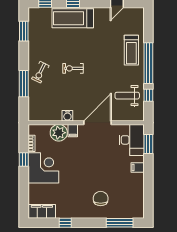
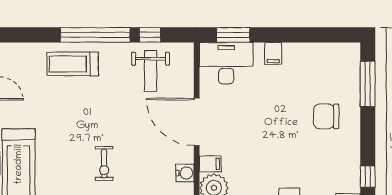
treadmill: (131, 50) -> (73, 64), turned 180

